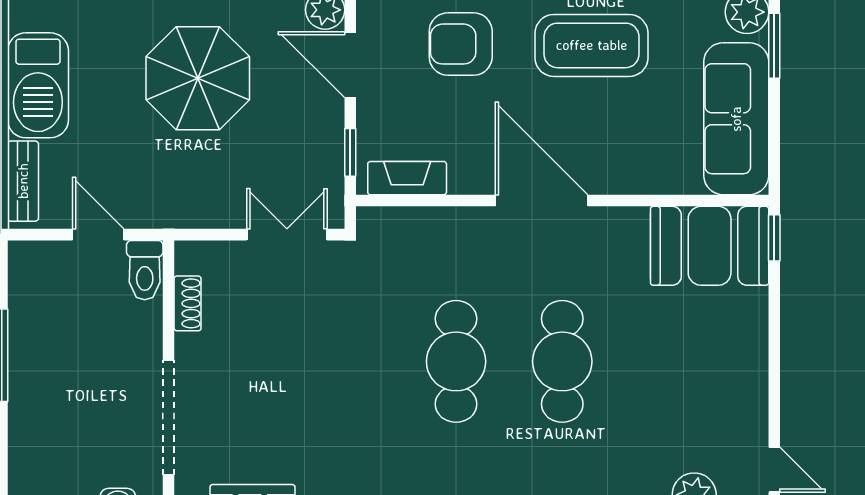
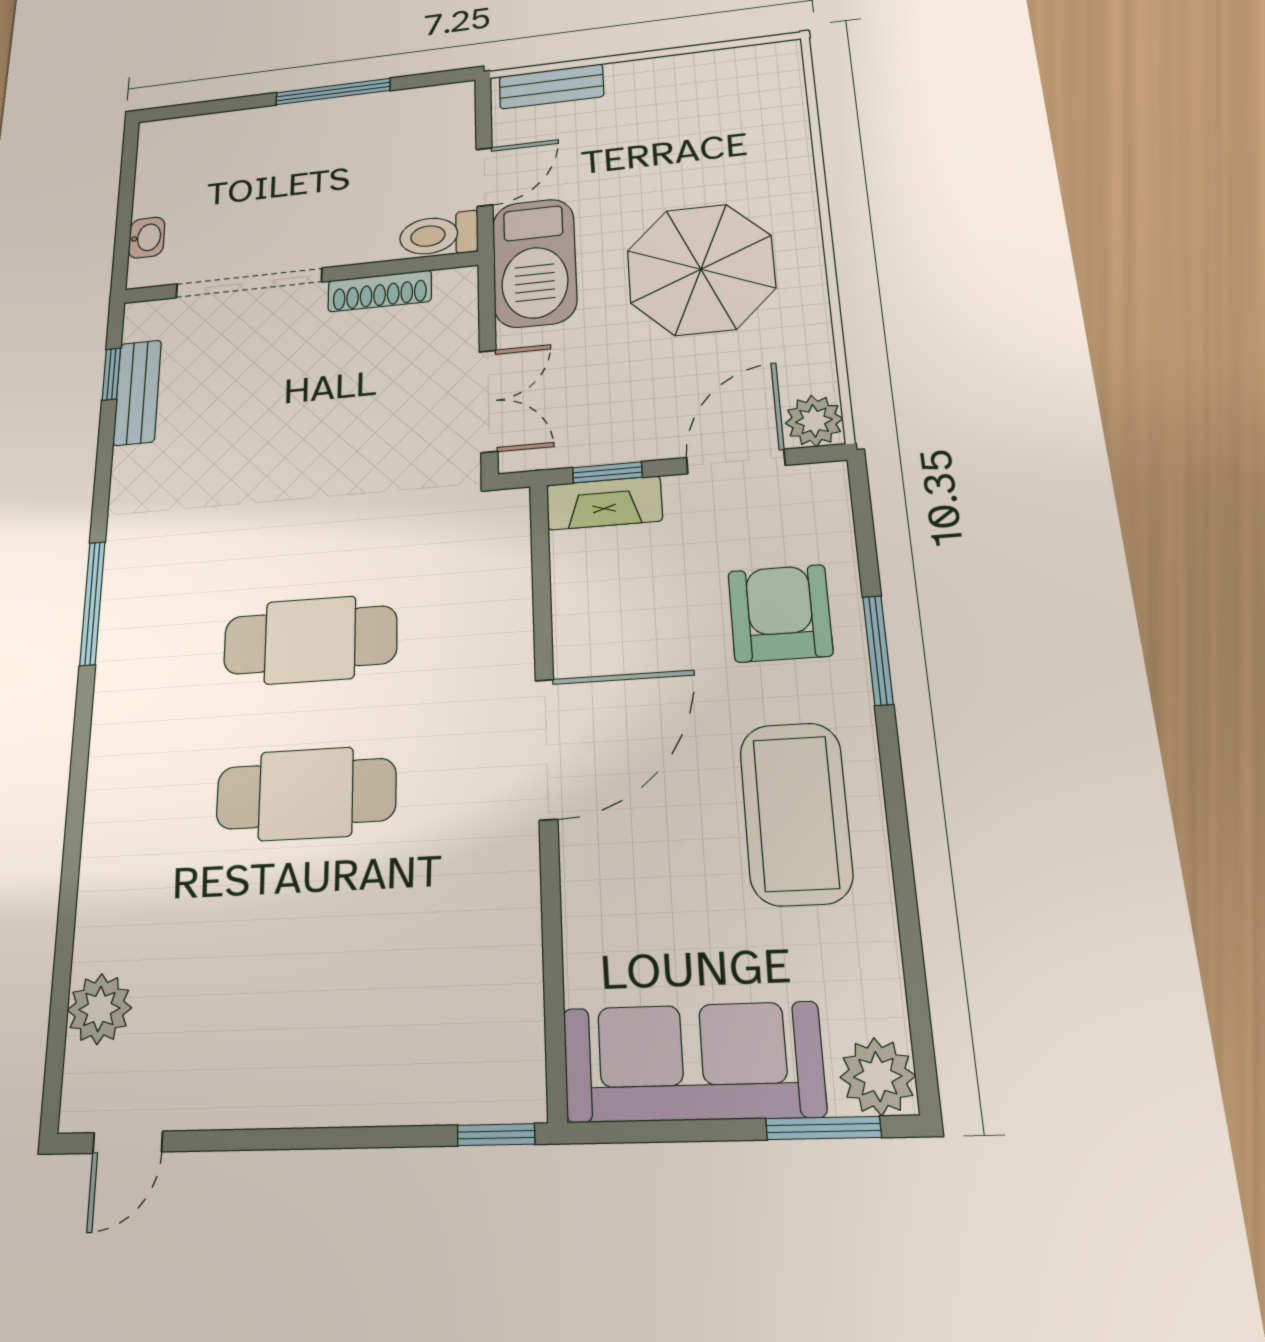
barbecue: (38, 85) -> (534, 263), moved, turned -90
fireplace: (407, 178) -> (604, 503), moved, turned 90
booth: (710, 246) -> (481, 1022), removed
shoe rack: (188, 303) -> (380, 291), width x1.43

